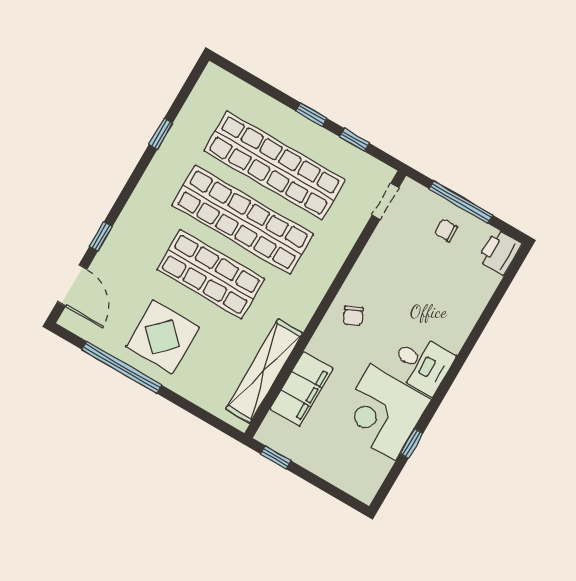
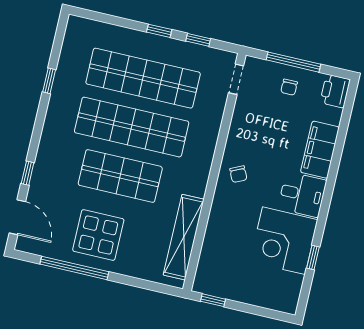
chair: (446, 230) -> (289, 87), turned -90
filing cabinet: (302, 389) -> (320, 150), moved, turned 180

